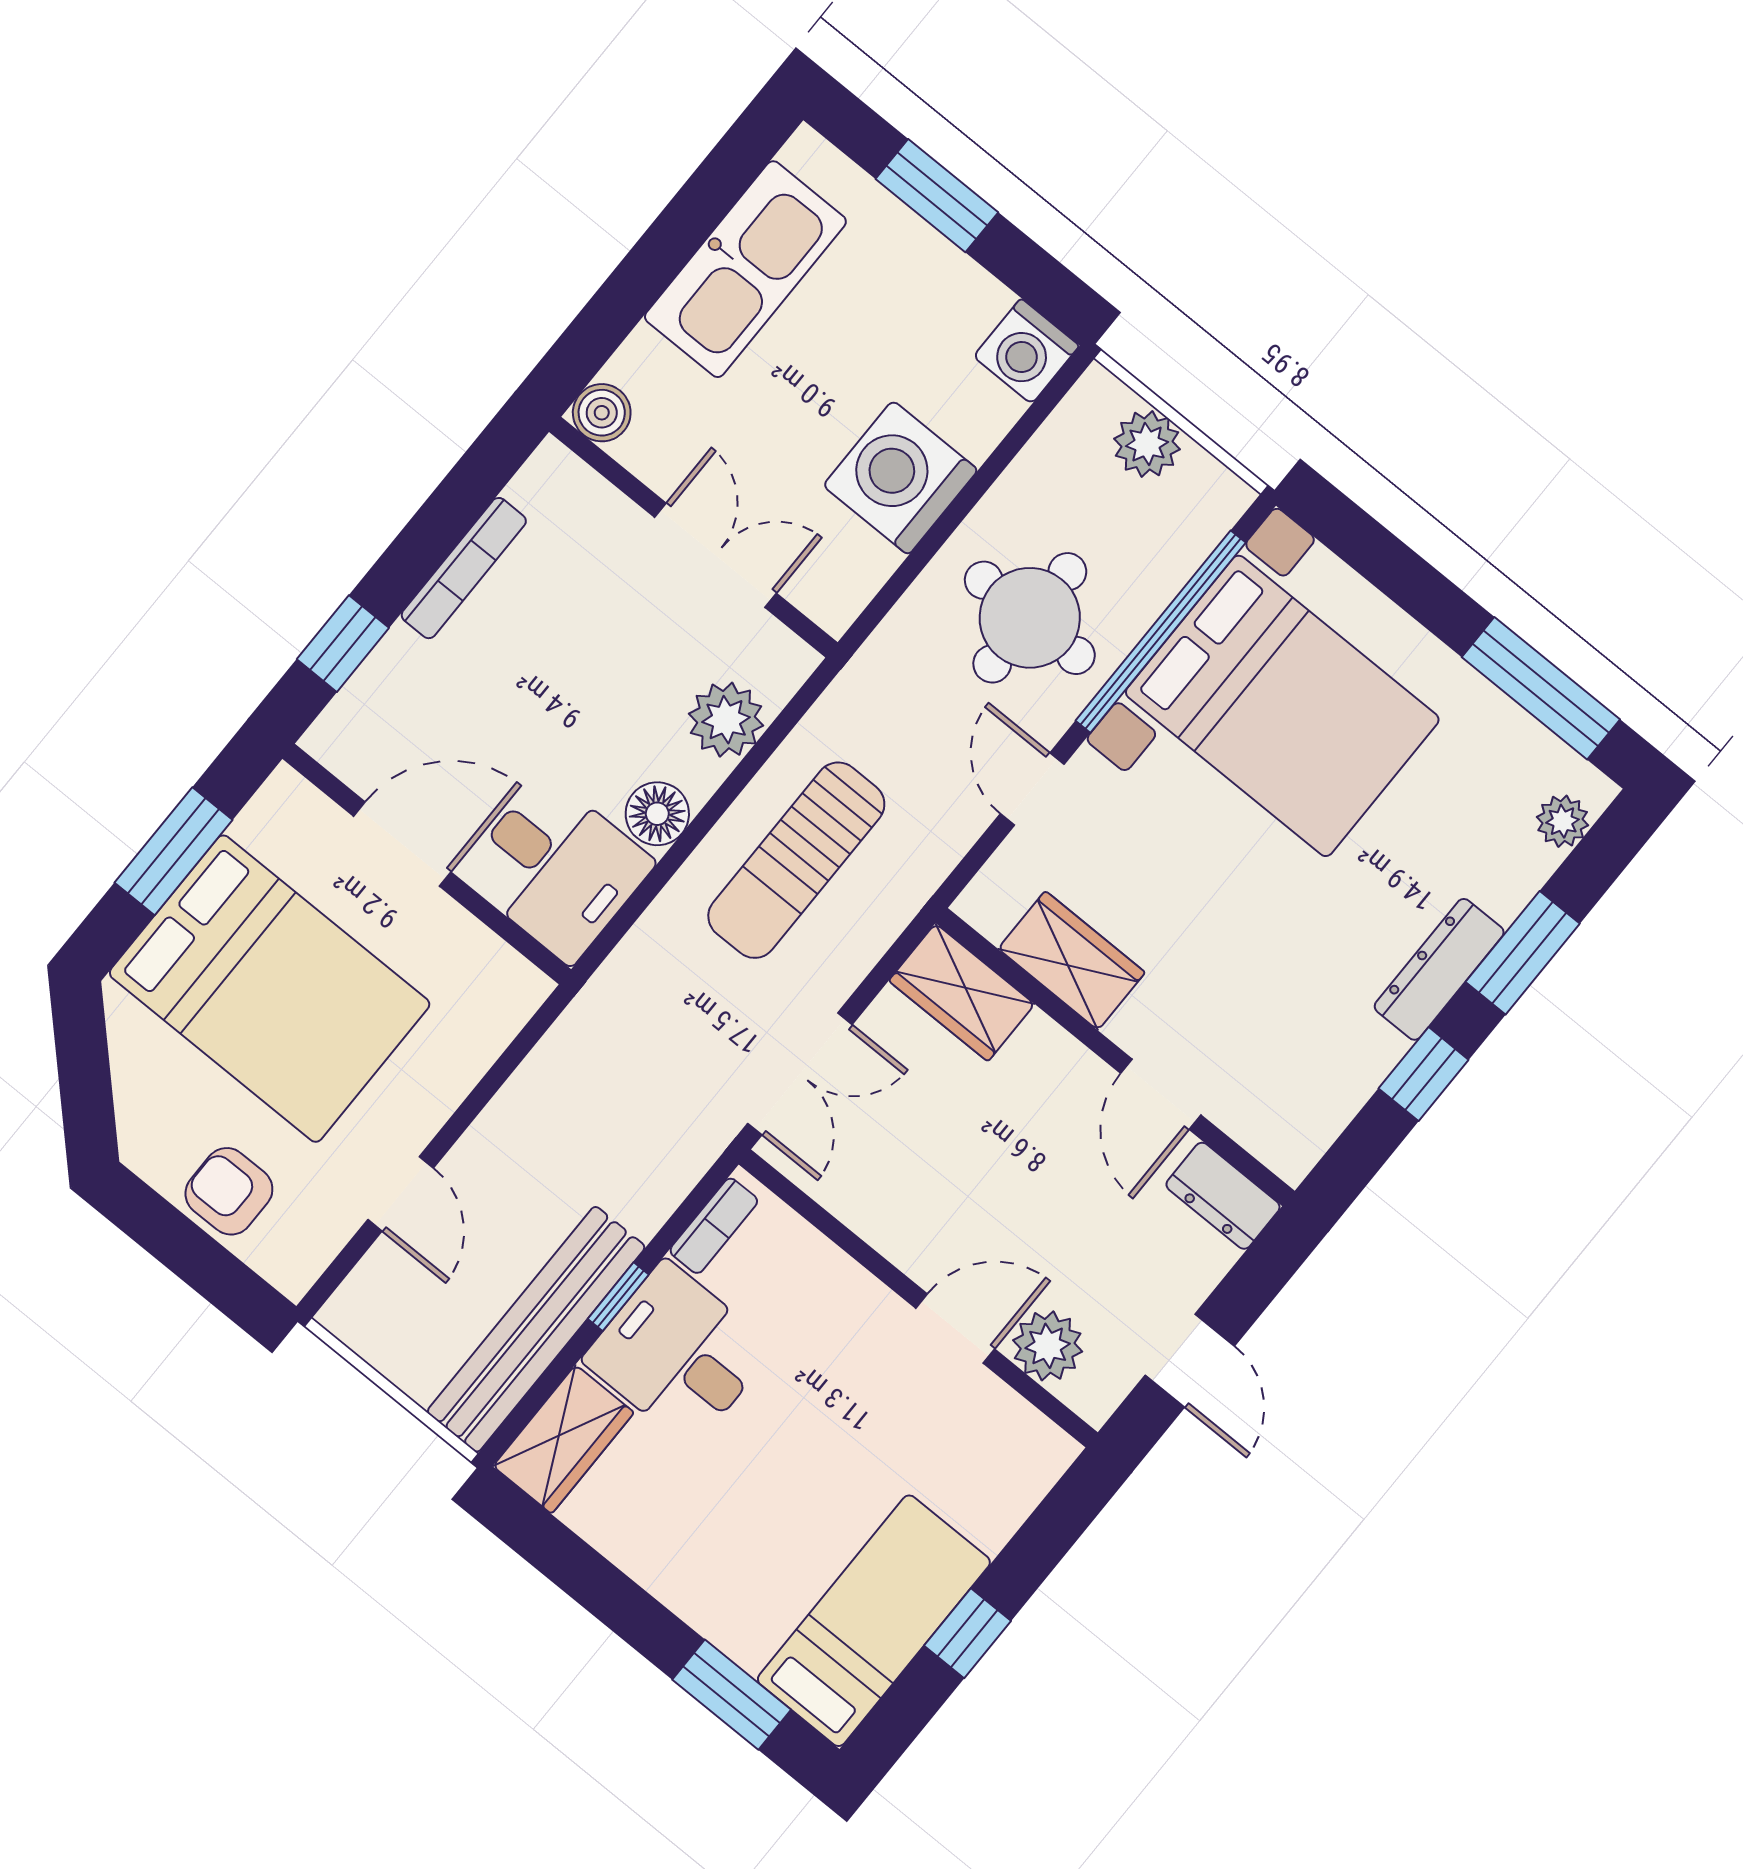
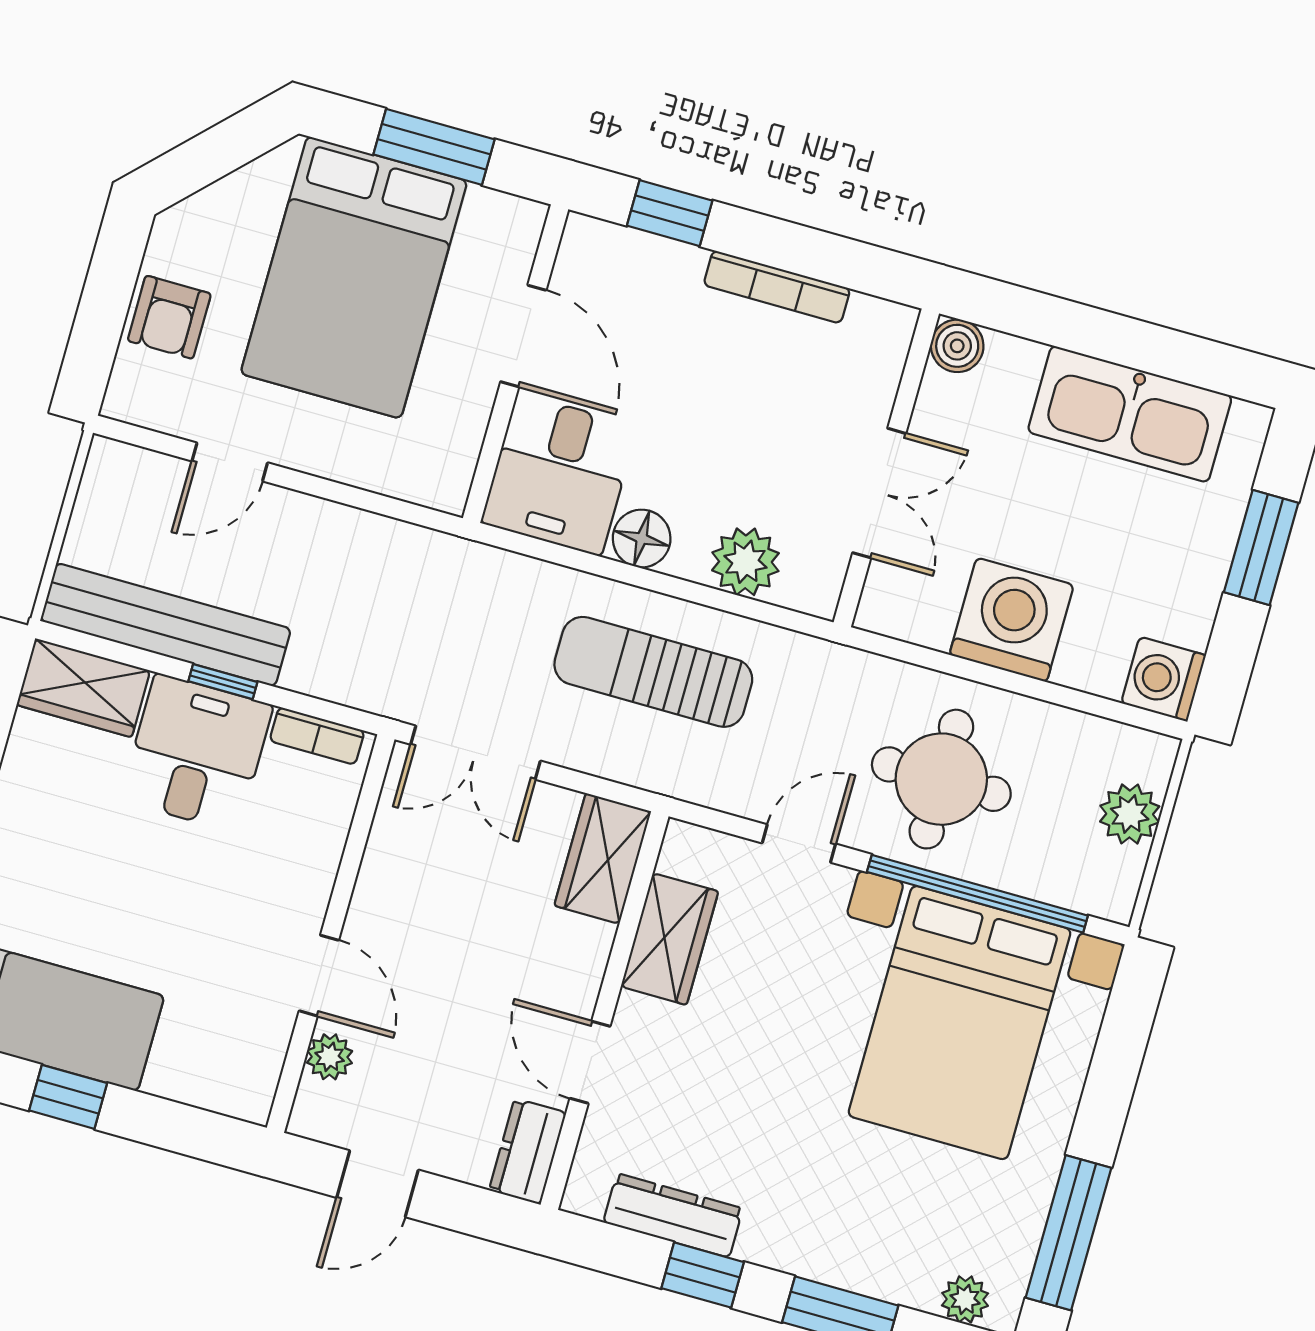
dresser: (1439, 969) -> (673, 1215), moved
door: (1161, 1094) -> (590, 1062), hinge flipped
armchair: (229, 1191) -> (169, 317), turned 180
plant: (1048, 1346) -> (330, 1057), width x0.73, depth x0.73

